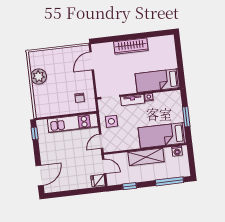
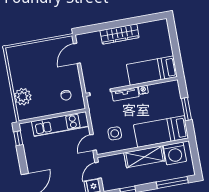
plant: (39, 77) -> (23, 97), moved
side table: (111, 121) -> (115, 133), moved
washing machine: (177, 151) -> (175, 153), width x1.89, depth x1.89
door: (104, 166) -> (98, 170), swing flipped

